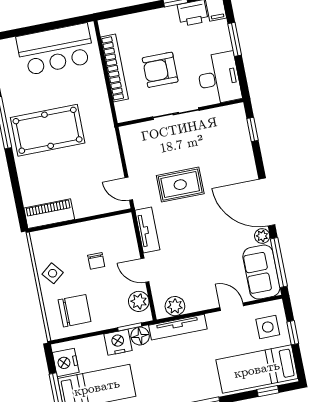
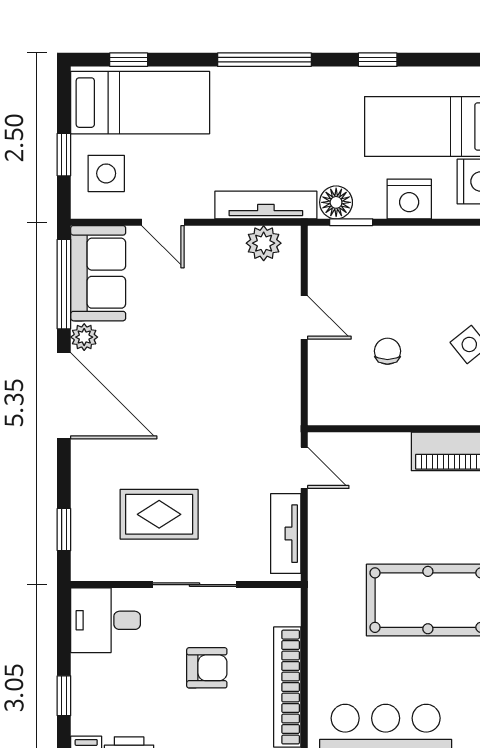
window: (235, 39) -> (64, 696), width x0.67
armchair: (160, 70) -> (207, 668), width x0.72, depth x0.72
desk: (219, 78) -> (106, 620), width x0.73
rug: (180, 185) -> (159, 514), moved
tv unit: (147, 230) -> (286, 534), moved
plant: (139, 301) -> (326, 264), removed
chair: (75, 311) -> (443, 270), removed
nightstand: (118, 342) -> (409, 199), moved

